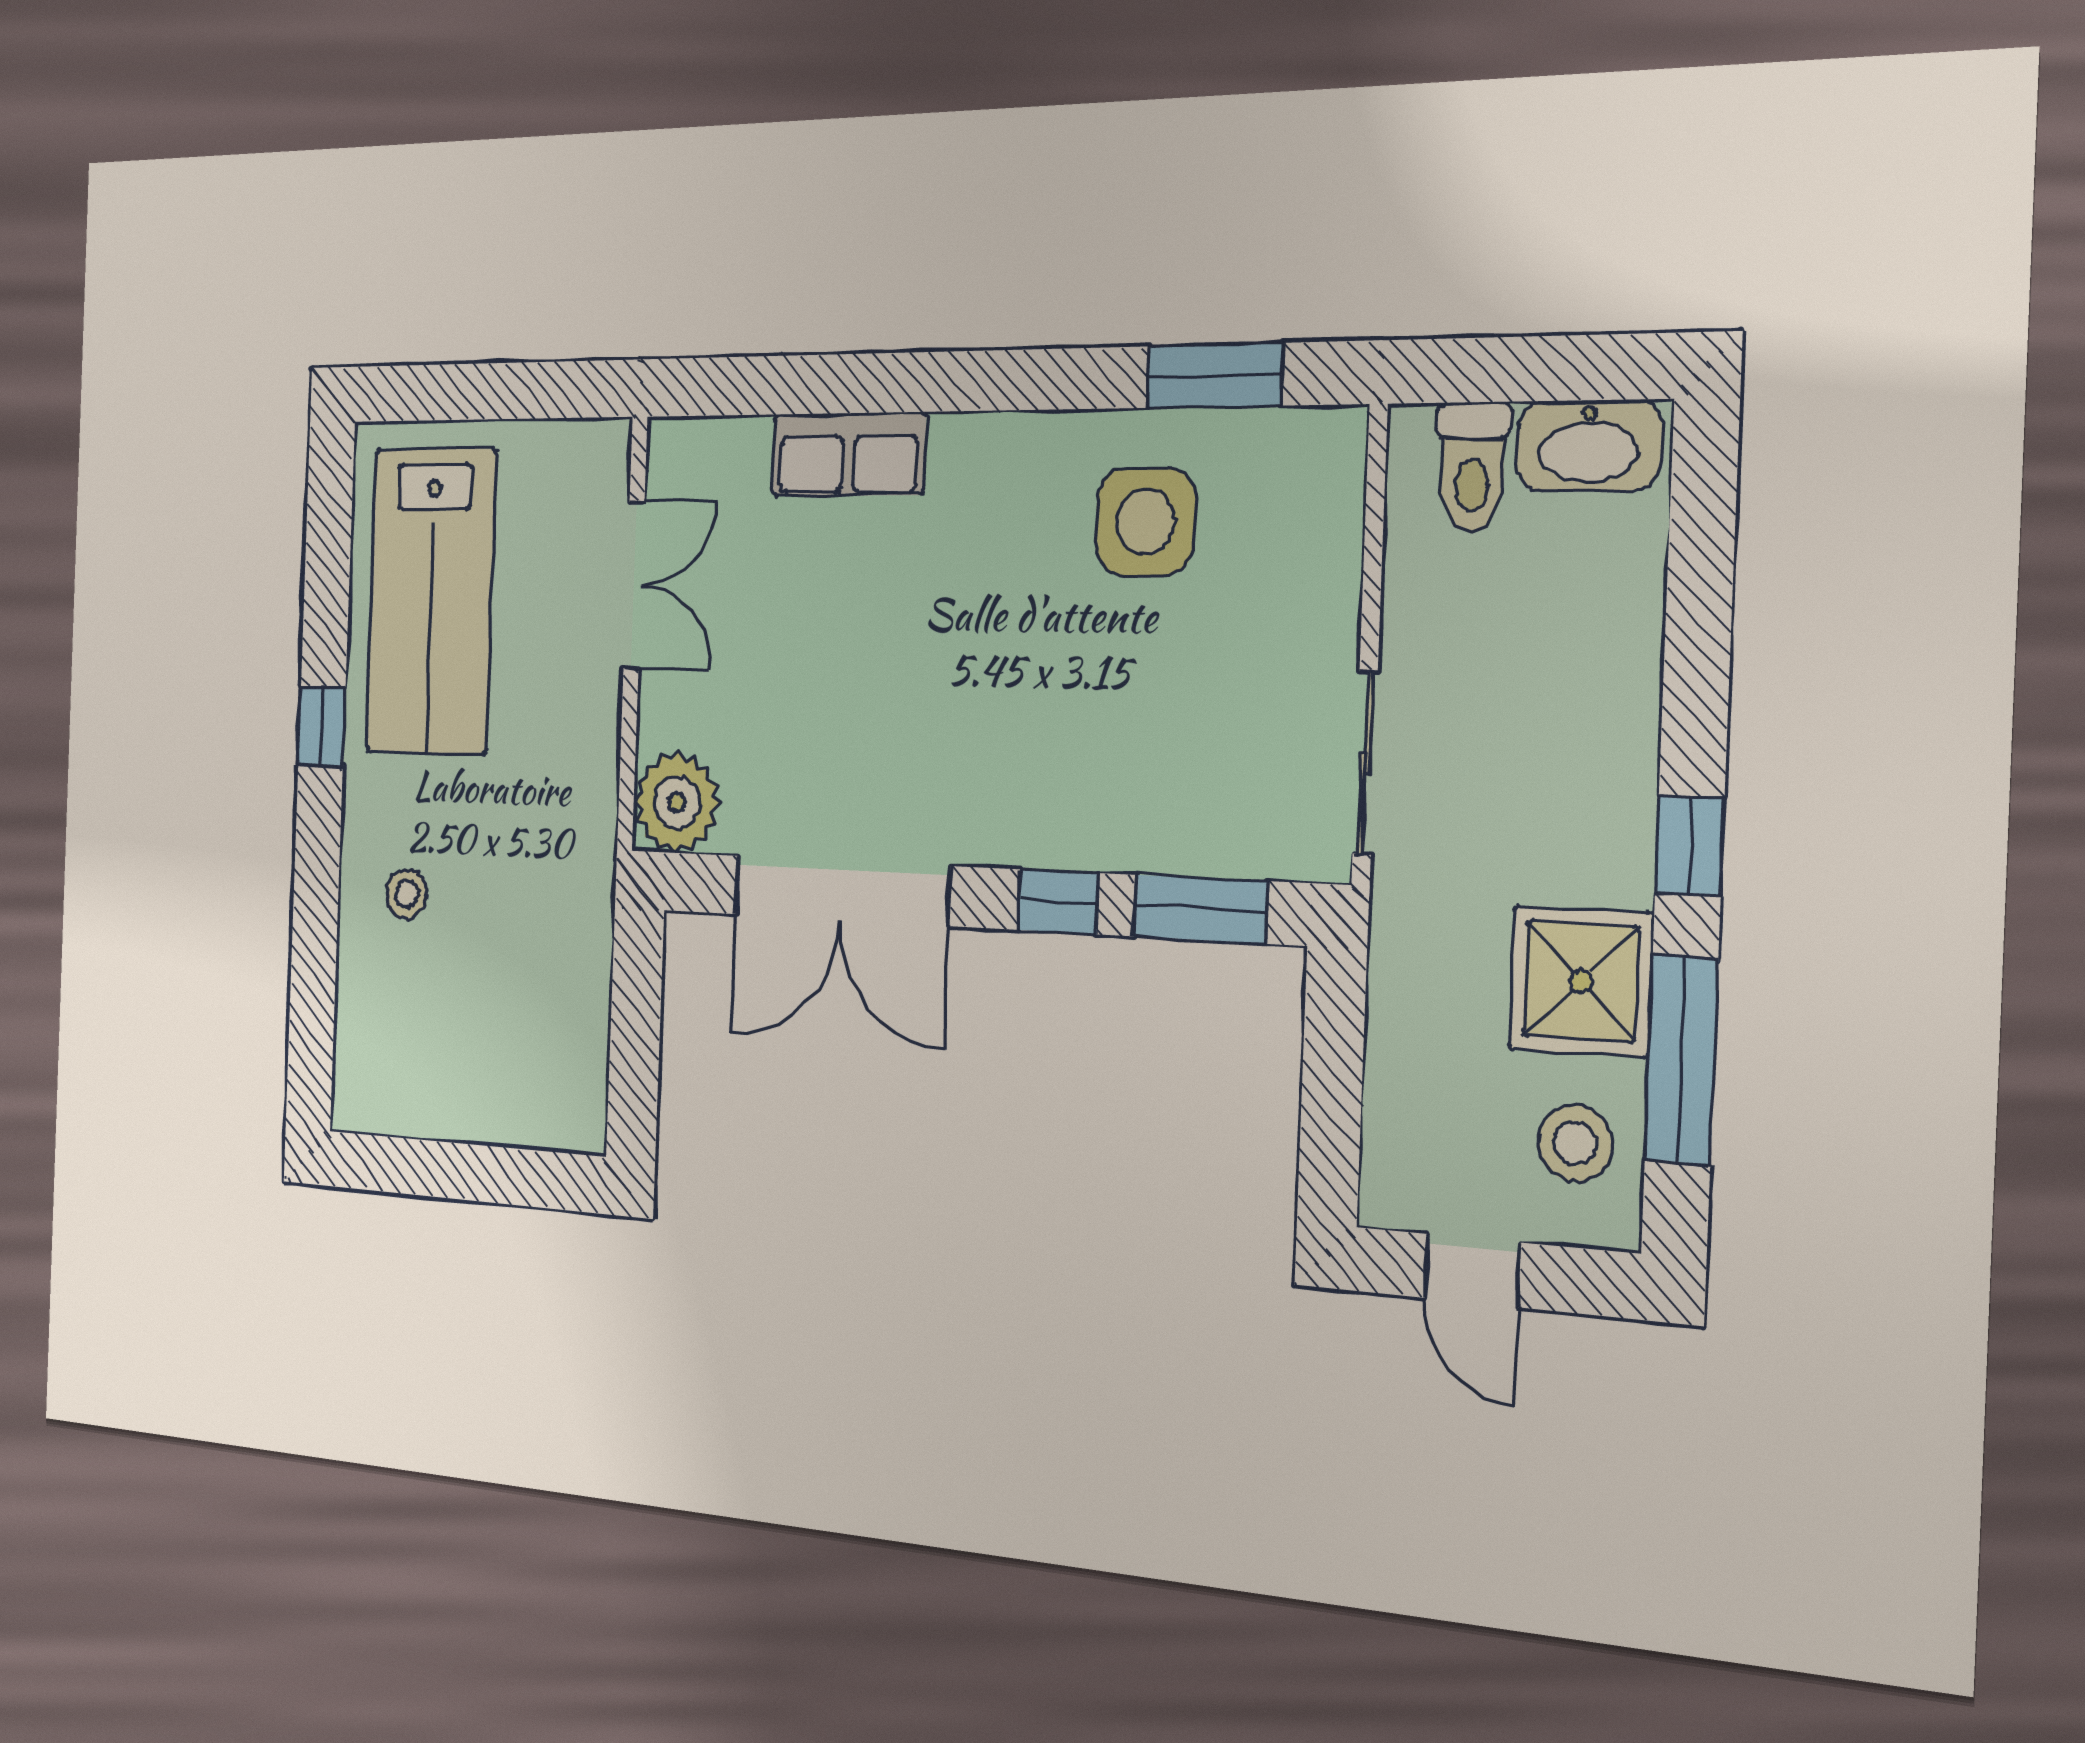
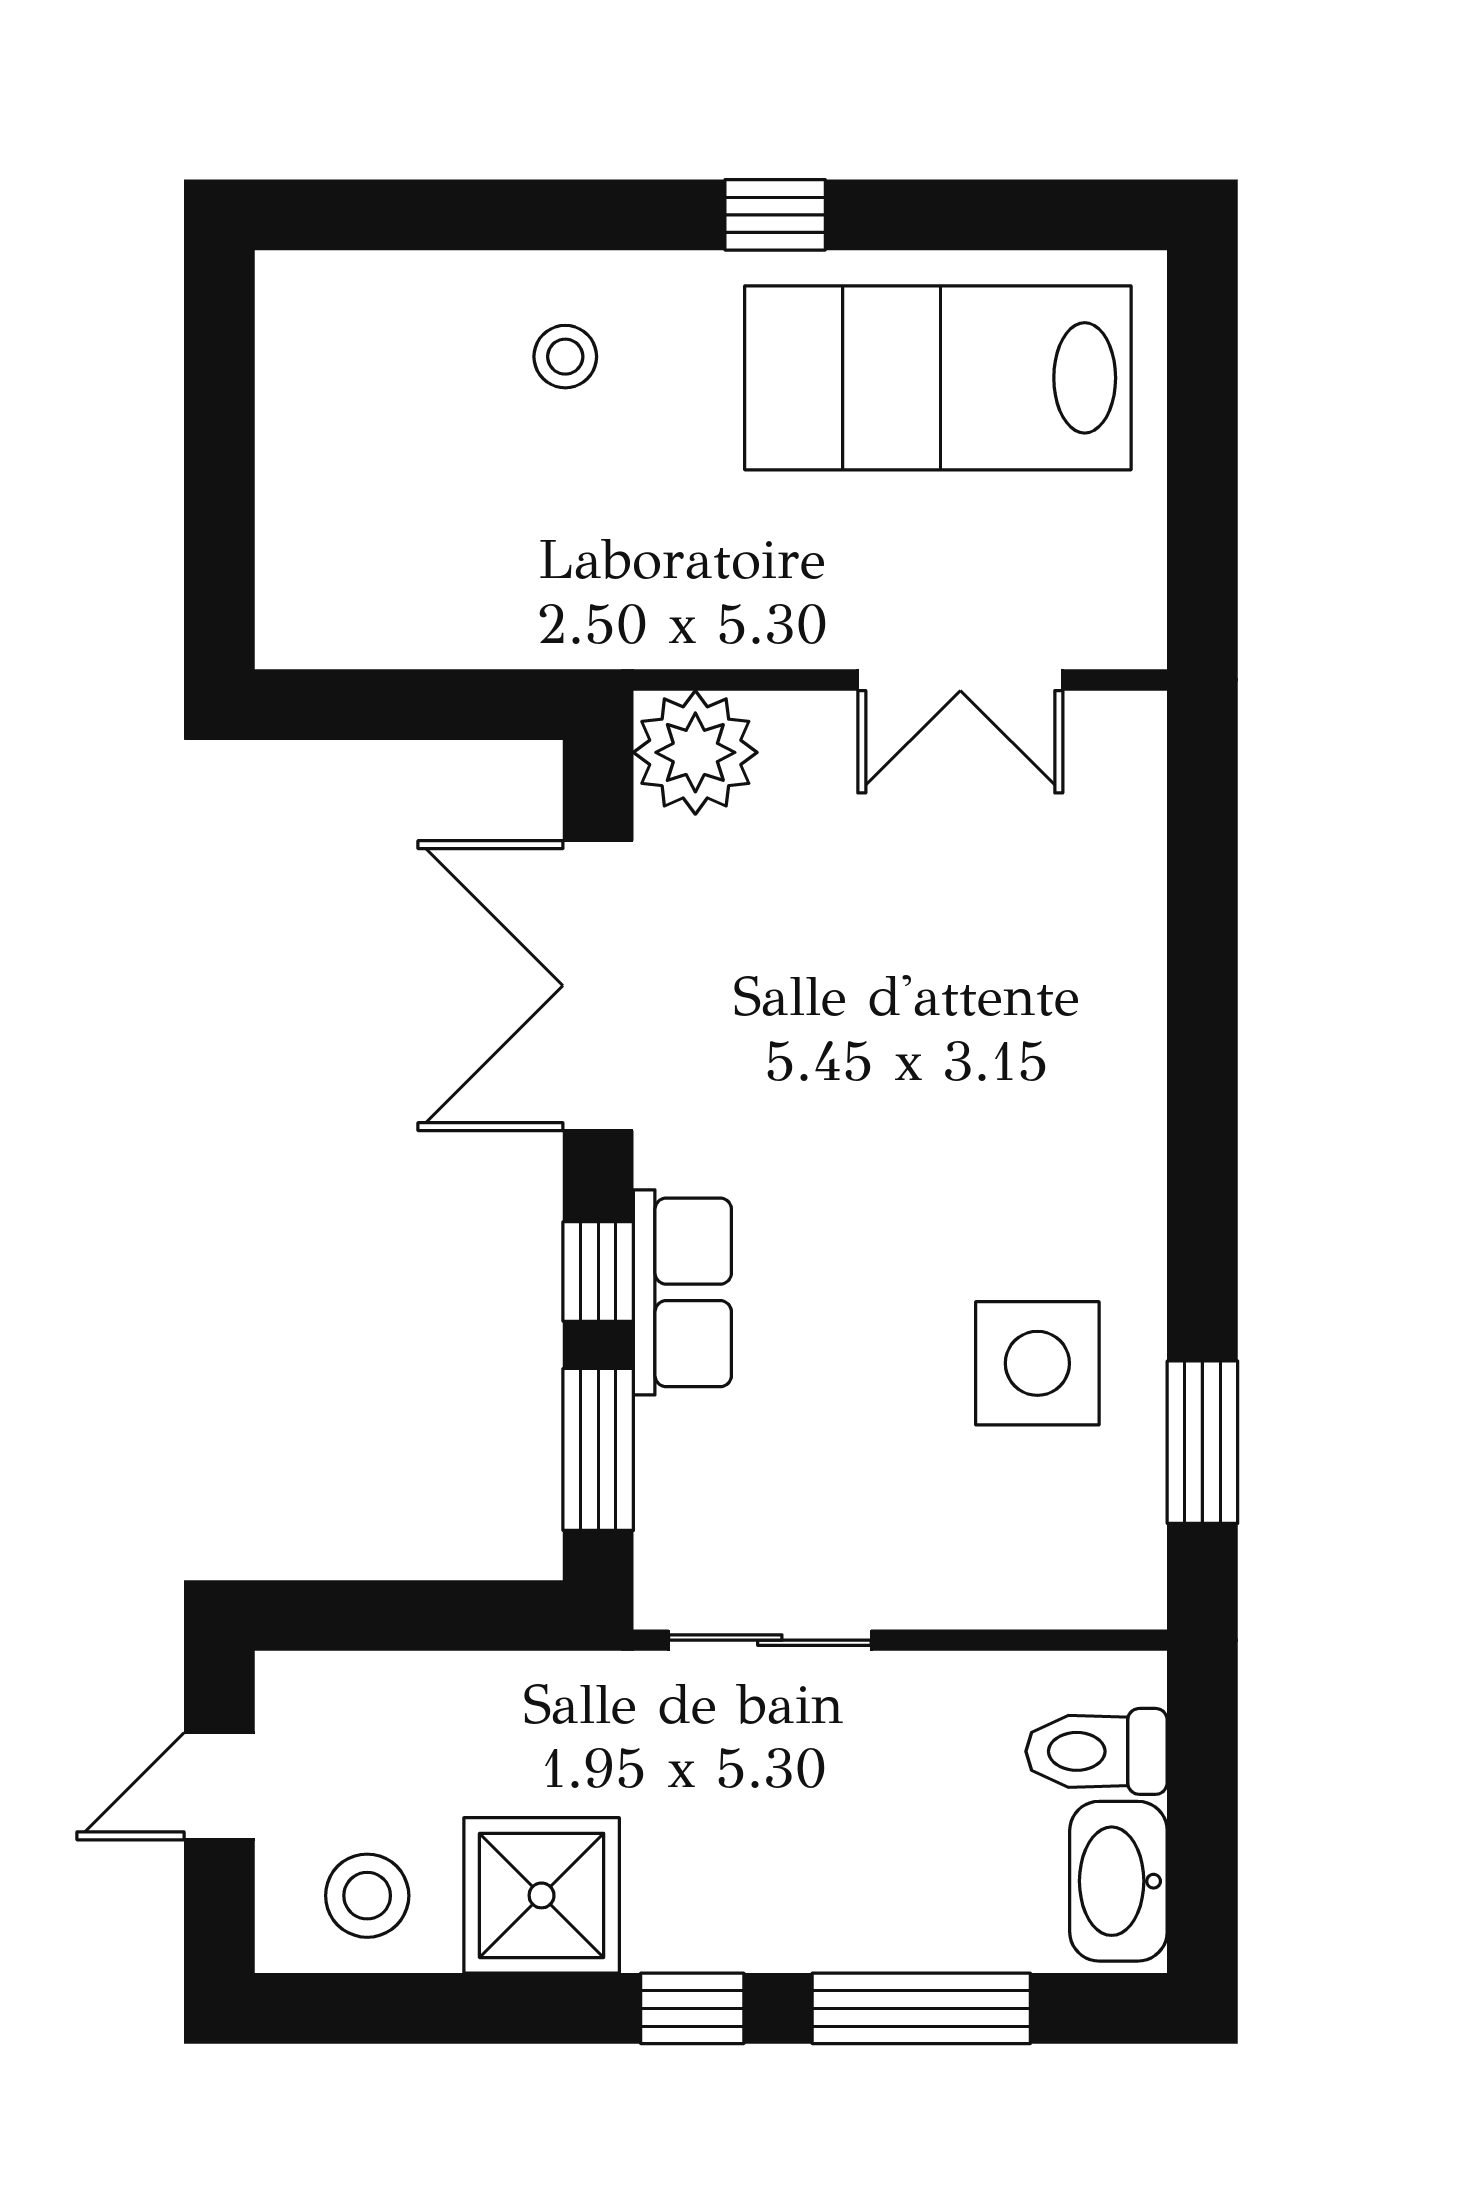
row of seats: (849, 454) -> (682, 1292), moved, turned 180
window: (1681, 1060) -> (921, 2008), moved

